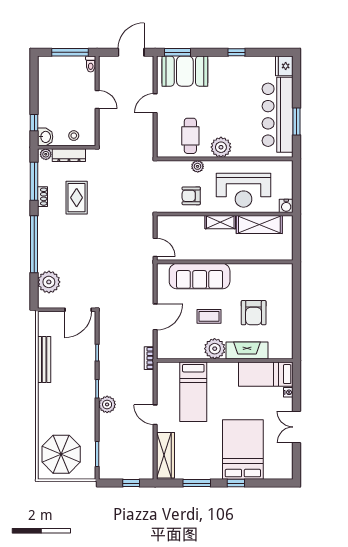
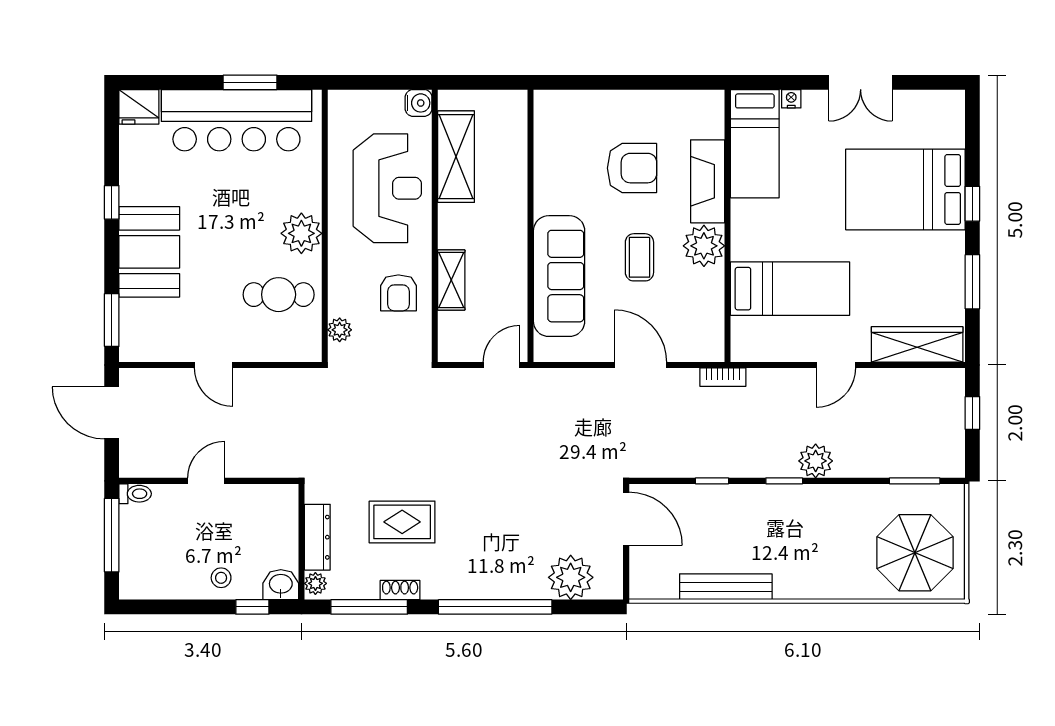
booth: (185, 71) -> (149, 252), moved
stool: (74, 136) -> (221, 578), moved
plant: (198, 166) -> (340, 330), moved
shelving: (220, 222) -> (451, 280), moved

